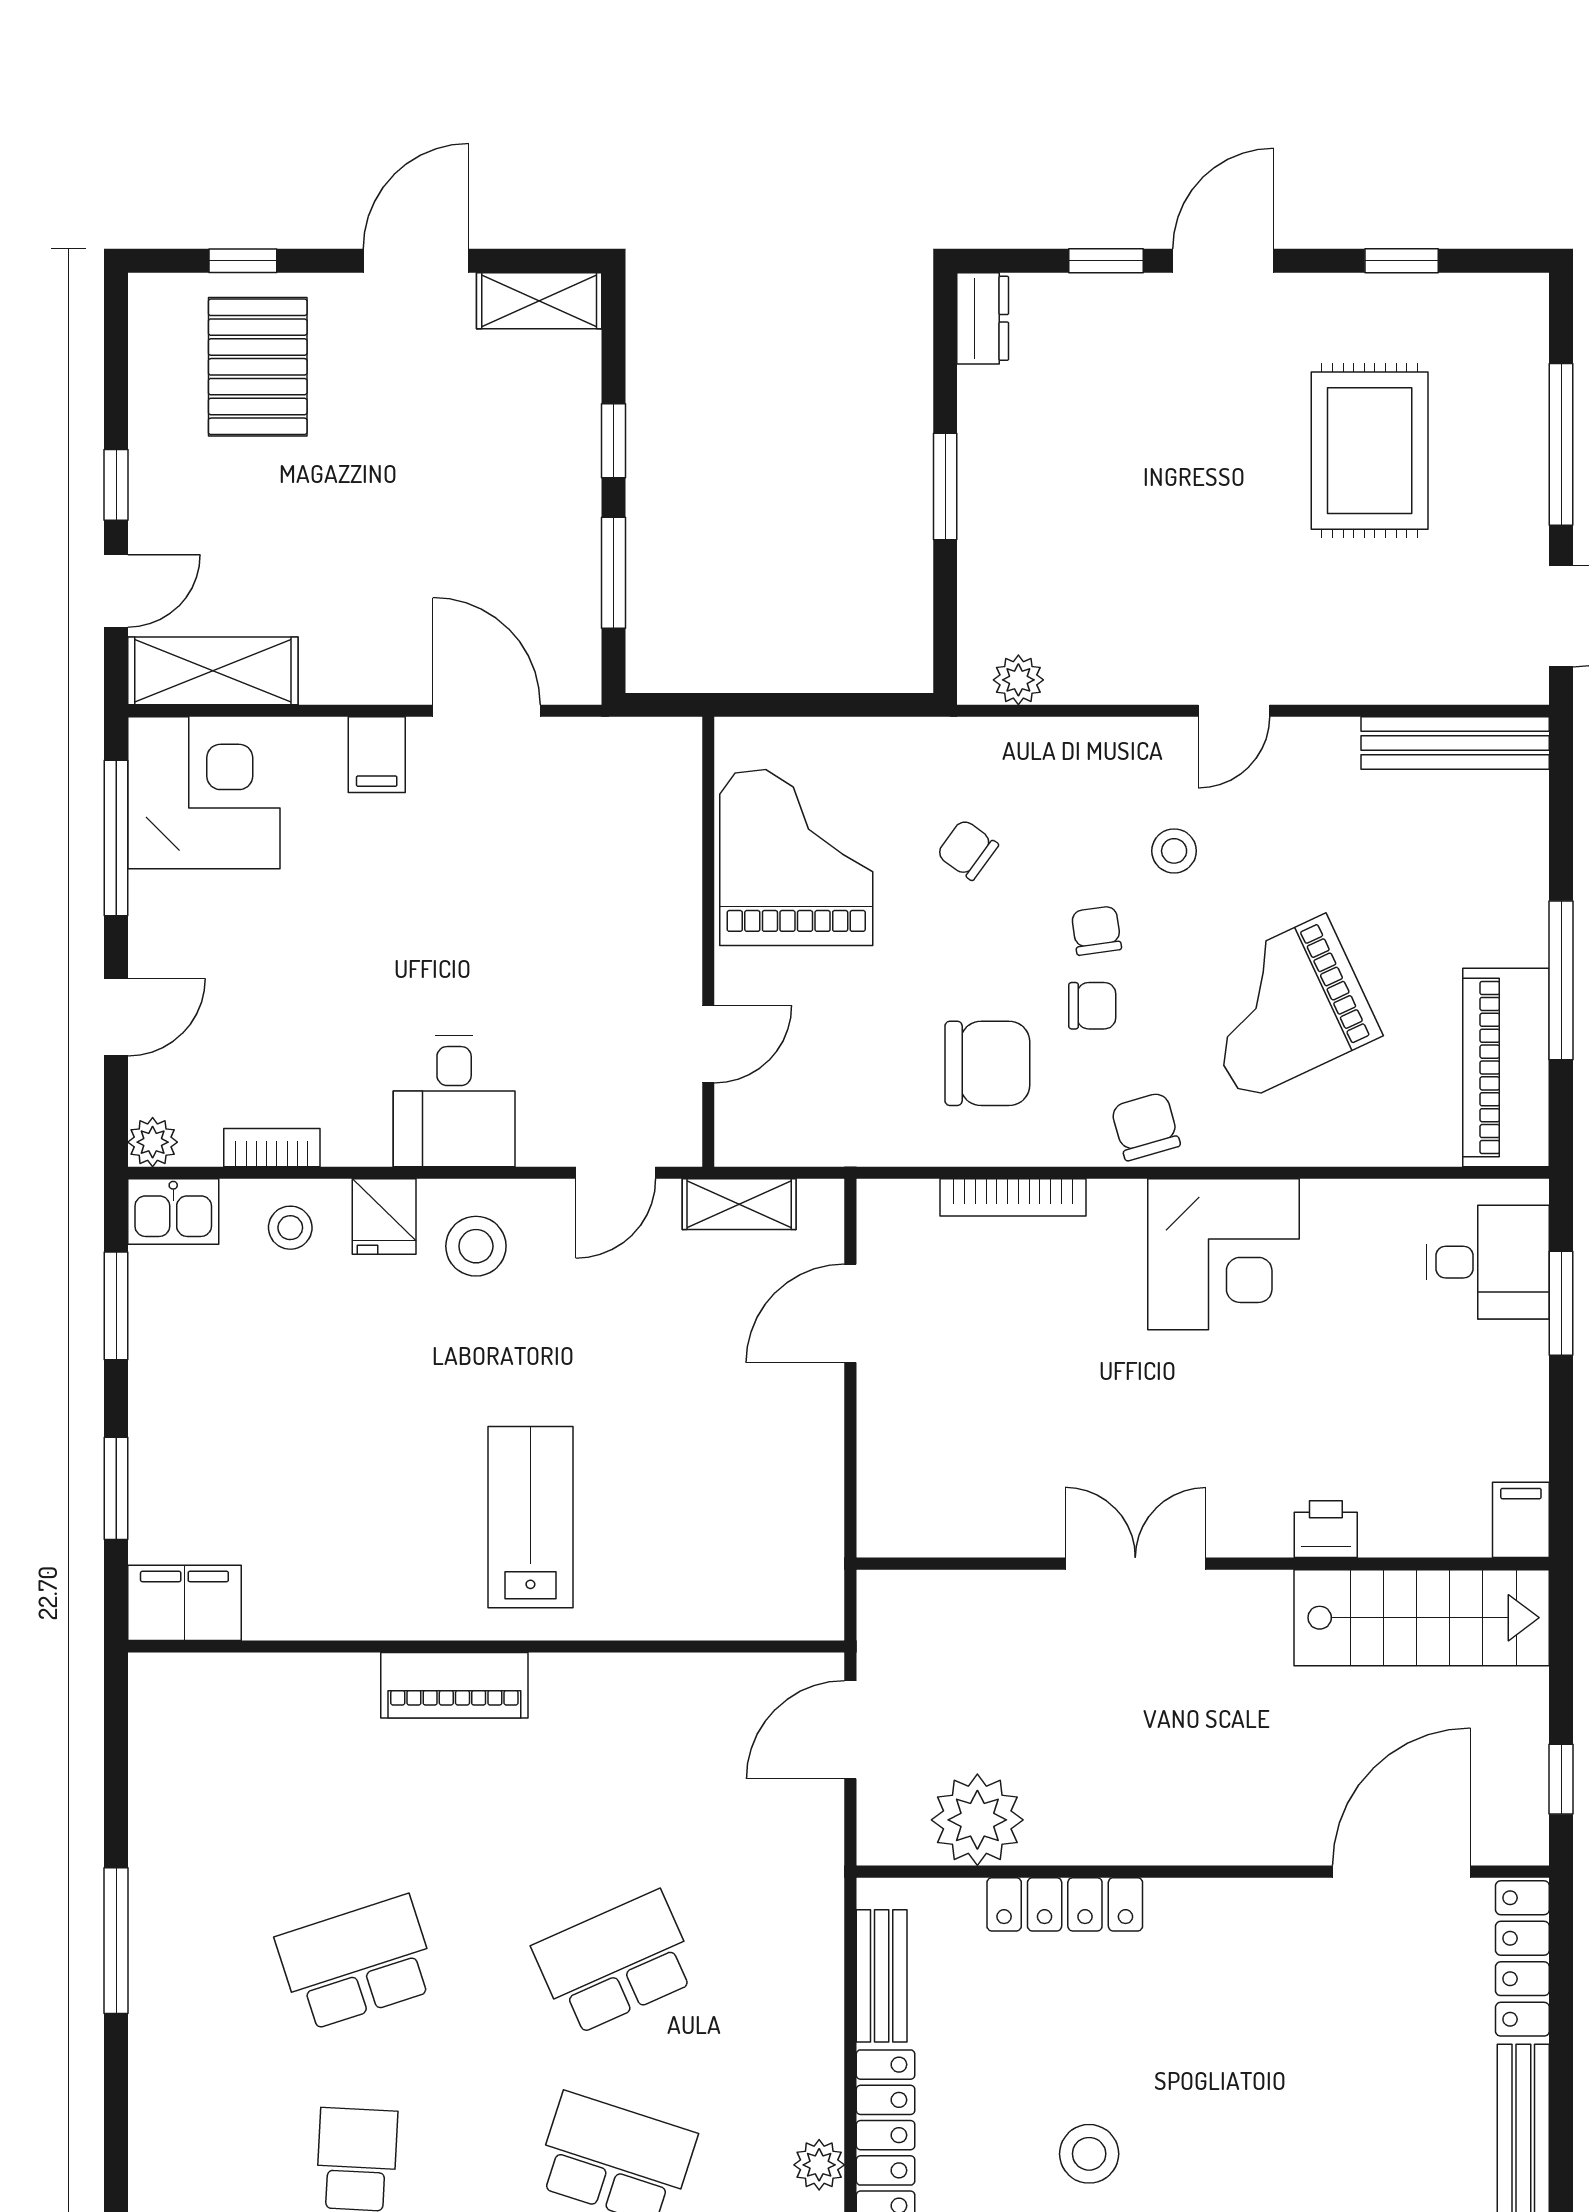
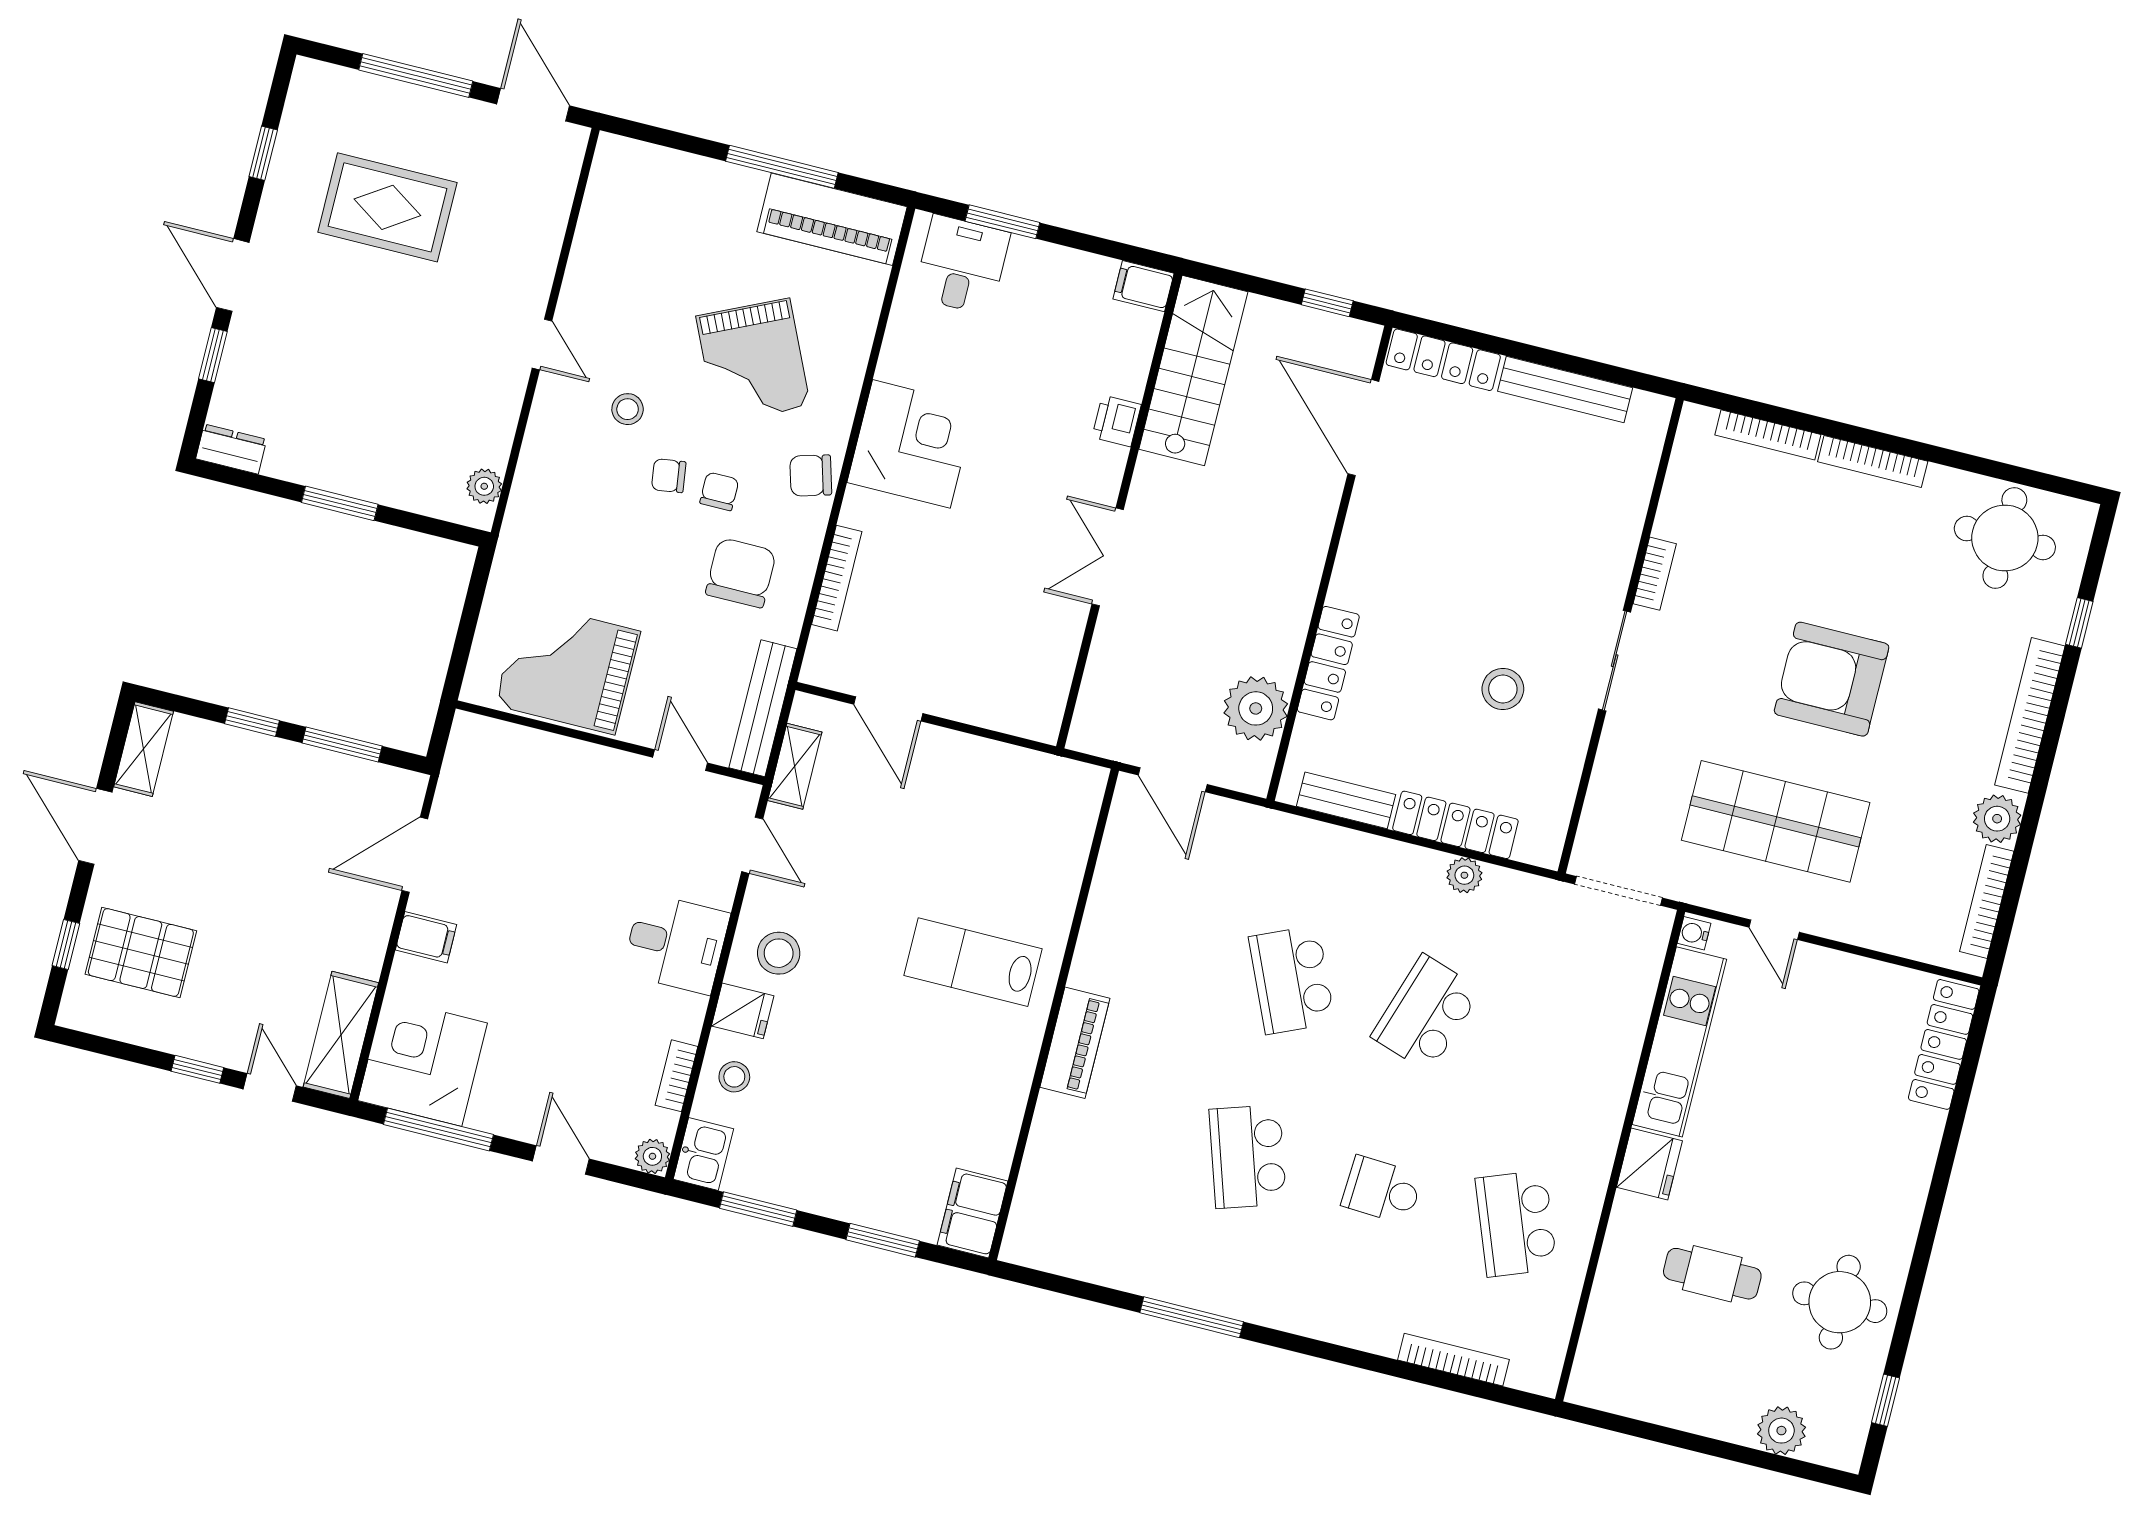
bench: (1455, 743) -> (763, 708), moved
chair: (967, 850) -> (591, 550), removed

